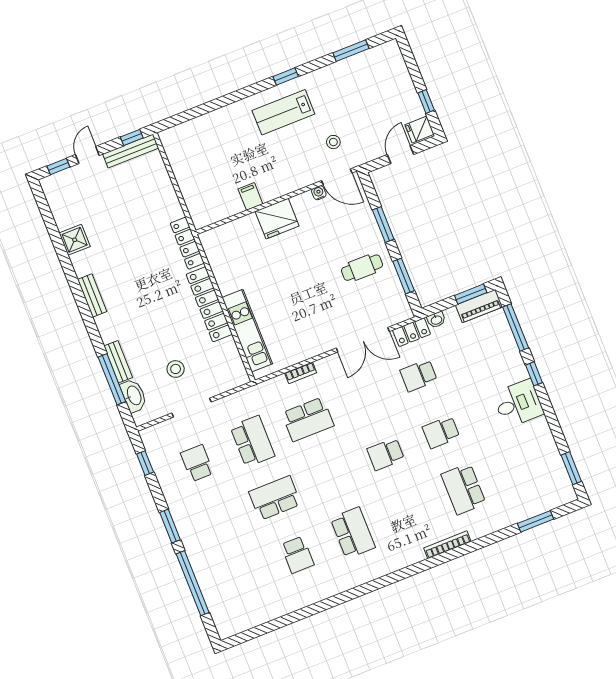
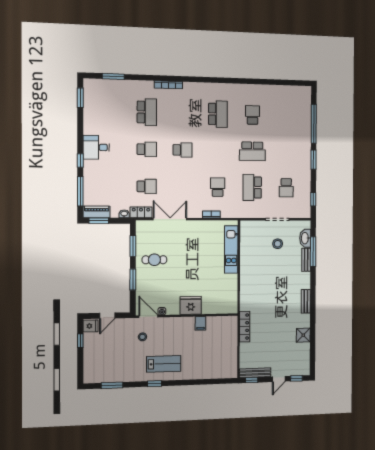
locker: (187, 243) -> (245, 327), moved
locker: (209, 304) -> (246, 272), removed
school desk: (308, 419) -> (218, 187), width x0.54
school desk: (353, 533) -> (218, 114), turned 180

